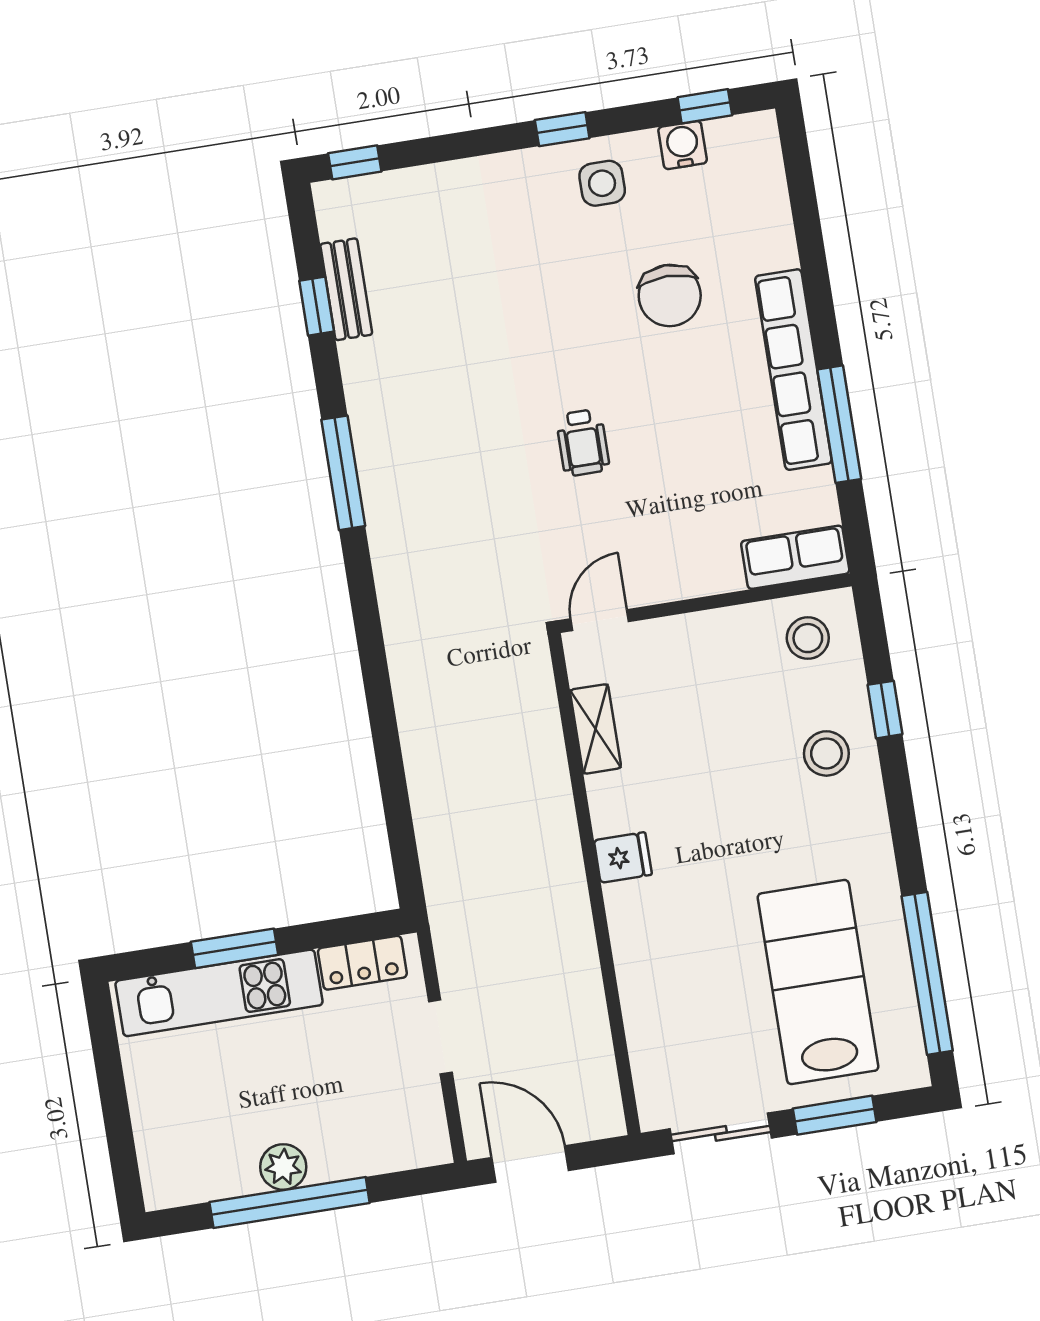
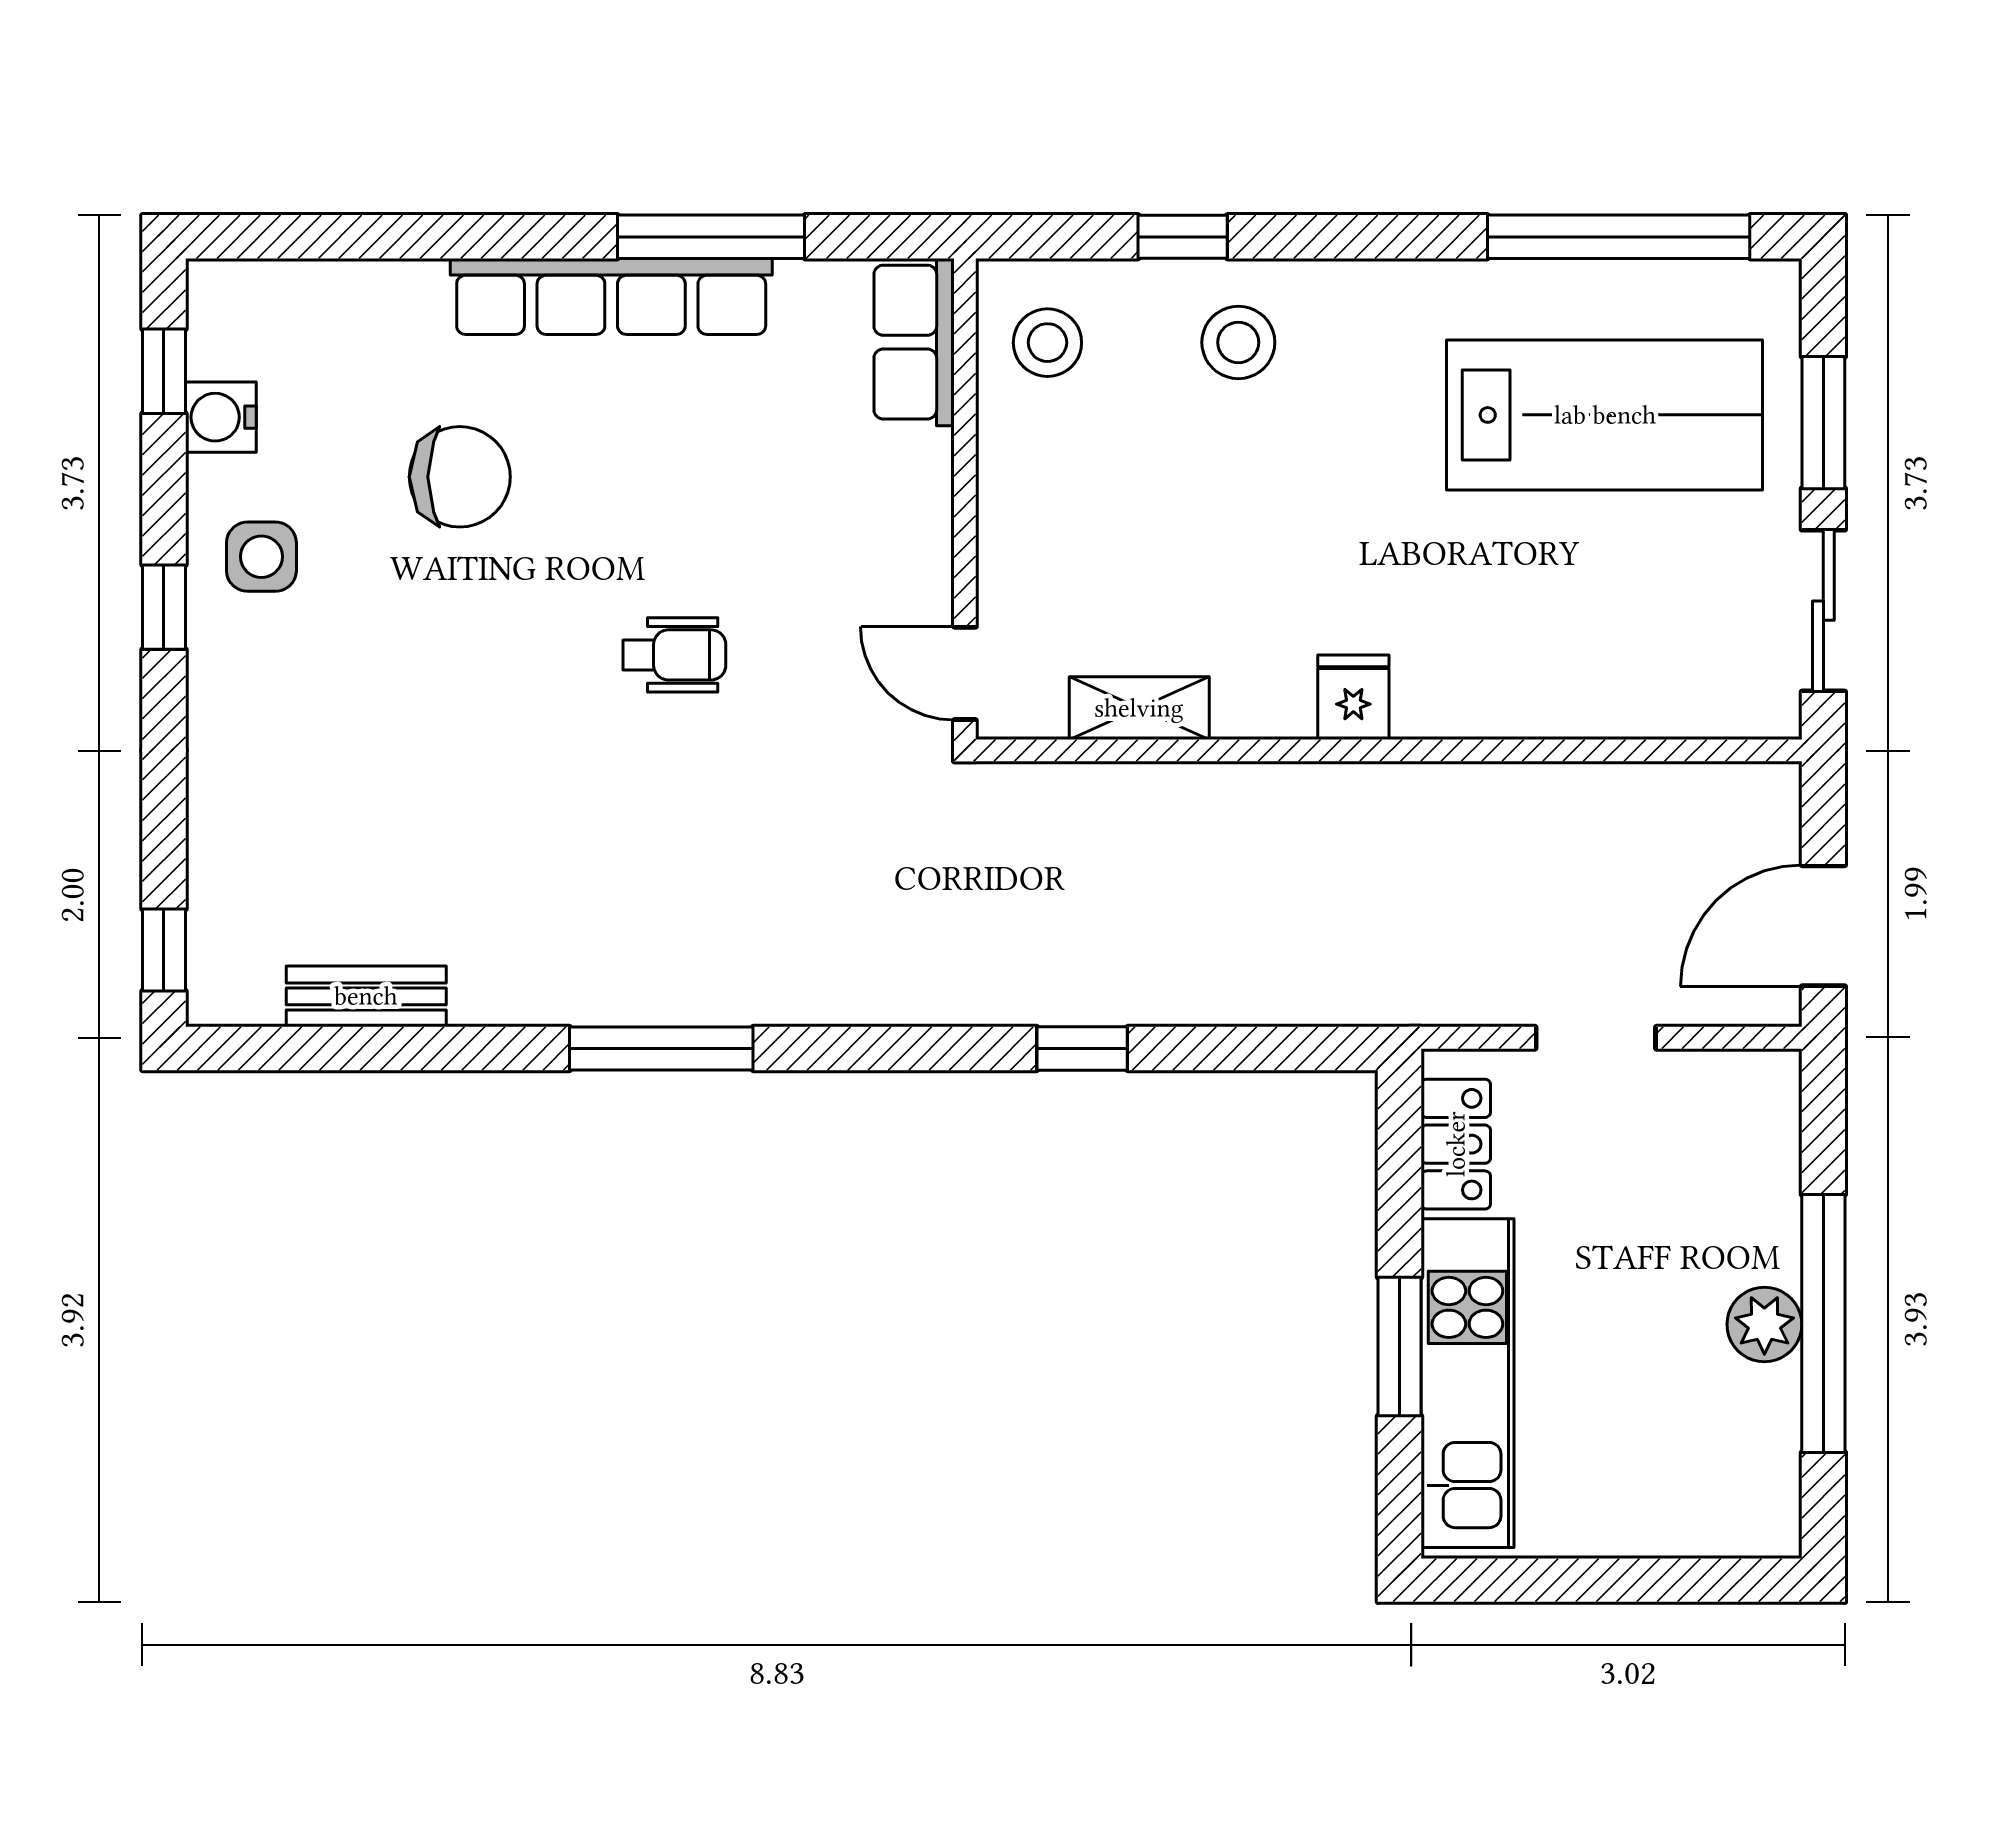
window: (317, 306) -> (1082, 1049), moved
lab bench: (818, 982) -> (1605, 415), turned 180

